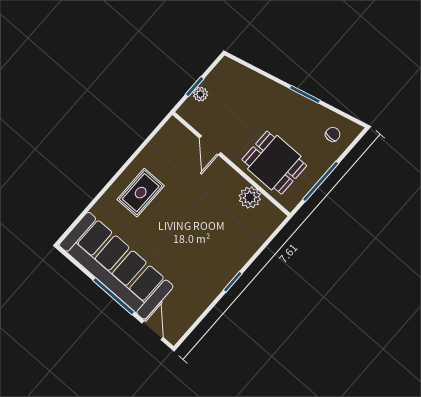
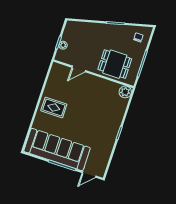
door: (210, 145) -> (79, 69), hinge flipped
rug: (141, 193) -> (54, 107), turned 90
plant: (250, 198) -> (125, 92), moved
door: (153, 330) -> (89, 174), swing flipped

